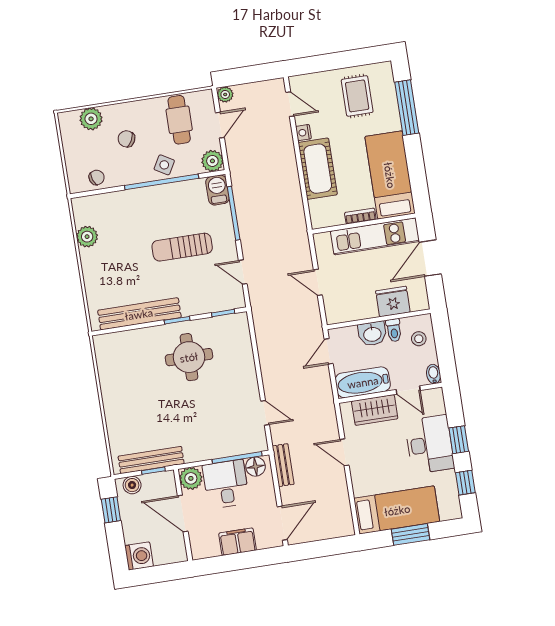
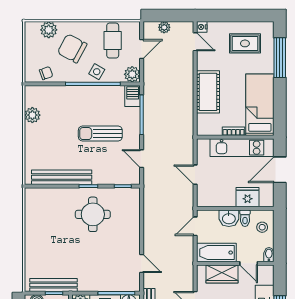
plant: (225, 94) -> (164, 27), moved
rug: (357, 96) -> (245, 43), turned 90
nightstand: (303, 133) -> (202, 27), moved
chair: (126, 139) -> (72, 48), width x1.87, depth x1.87

